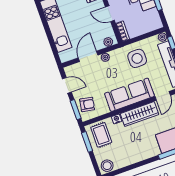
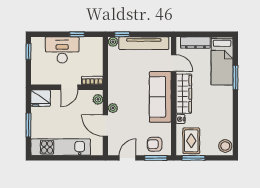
side table: (137, 58) -> (126, 76), removed
armchair: (87, 104) -> (155, 144), turned -100
rug: (101, 135) -> (191, 141), turned 90

